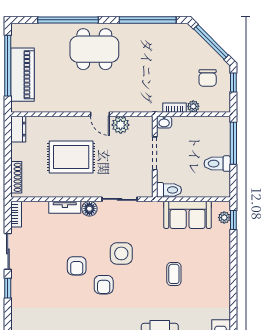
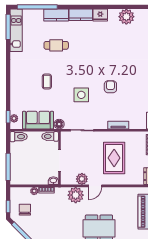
plant: (130, 100) -> (76, 195), added
door: (100, 114) -> (95, 186), swing flipped
rug: (71, 157) -> (114, 158), turned 90
toilet: (217, 164) -> (19, 137), moved
floor lamp: (89, 209) -> (59, 124), moved
armchair: (104, 285) -> (93, 74), removed

